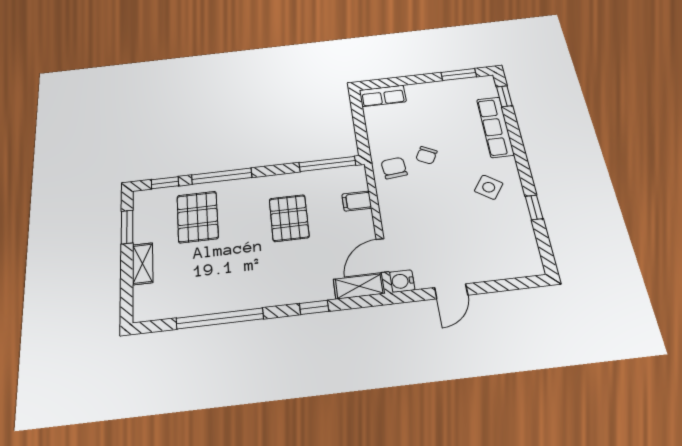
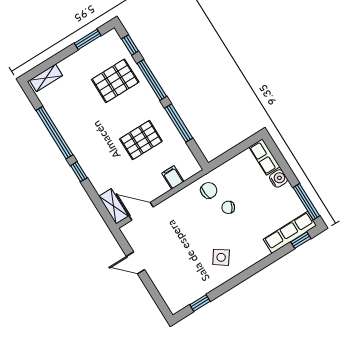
window: (459, 75) -> (306, 202), width x1.44
row of seats: (495, 127) -> (290, 232), moved
window: (327, 164) -> (179, 123), moved
window: (534, 207) -> (200, 303), moved
shelving: (143, 264) -> (46, 78), moved
water cooler: (402, 281) -> (278, 178), moved, turned 90
window: (314, 307) -> (79, 172), moved

